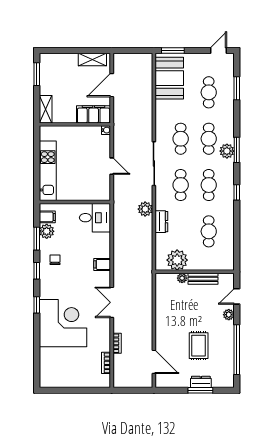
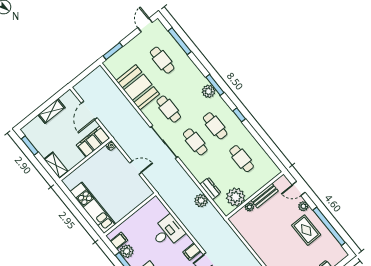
shelving: (92, 60) -> (51, 111), moved
booth: (169, 78) -> (138, 87), moved
window: (237, 88) -> (180, 41), width x1.44
cafe table: (209, 139) -> (189, 93), removed
plant: (145, 209) -> (201, 201), moved
desk: (95, 218) -> (168, 232), moved
dresser: (161, 222) -> (210, 189), moved
filing cabinet: (102, 264) -> (192, 252), moved
door: (237, 296) -> (299, 189), hinge flipped
rug: (199, 346) -> (306, 230), moved

